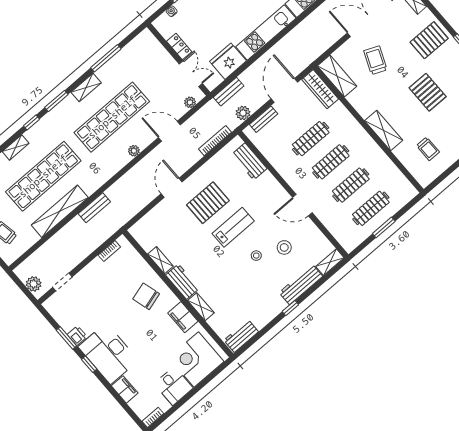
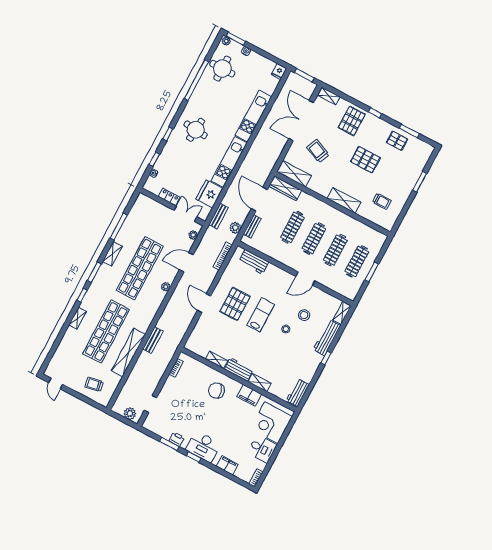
desk: (108, 353) -> (203, 447), width x0.73, depth x0.77

